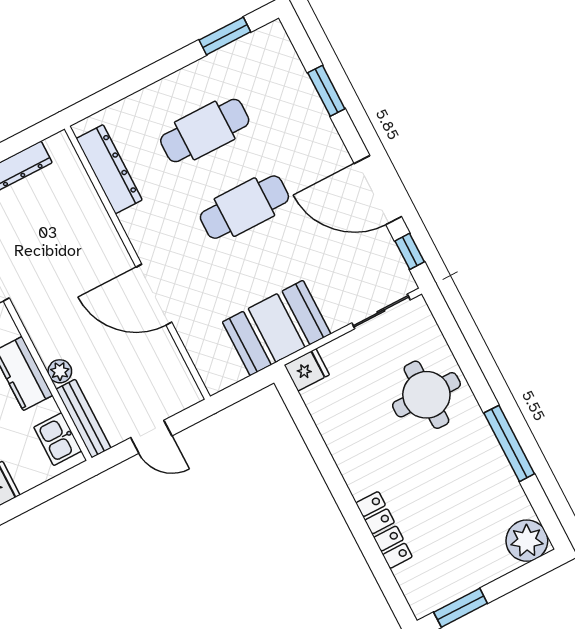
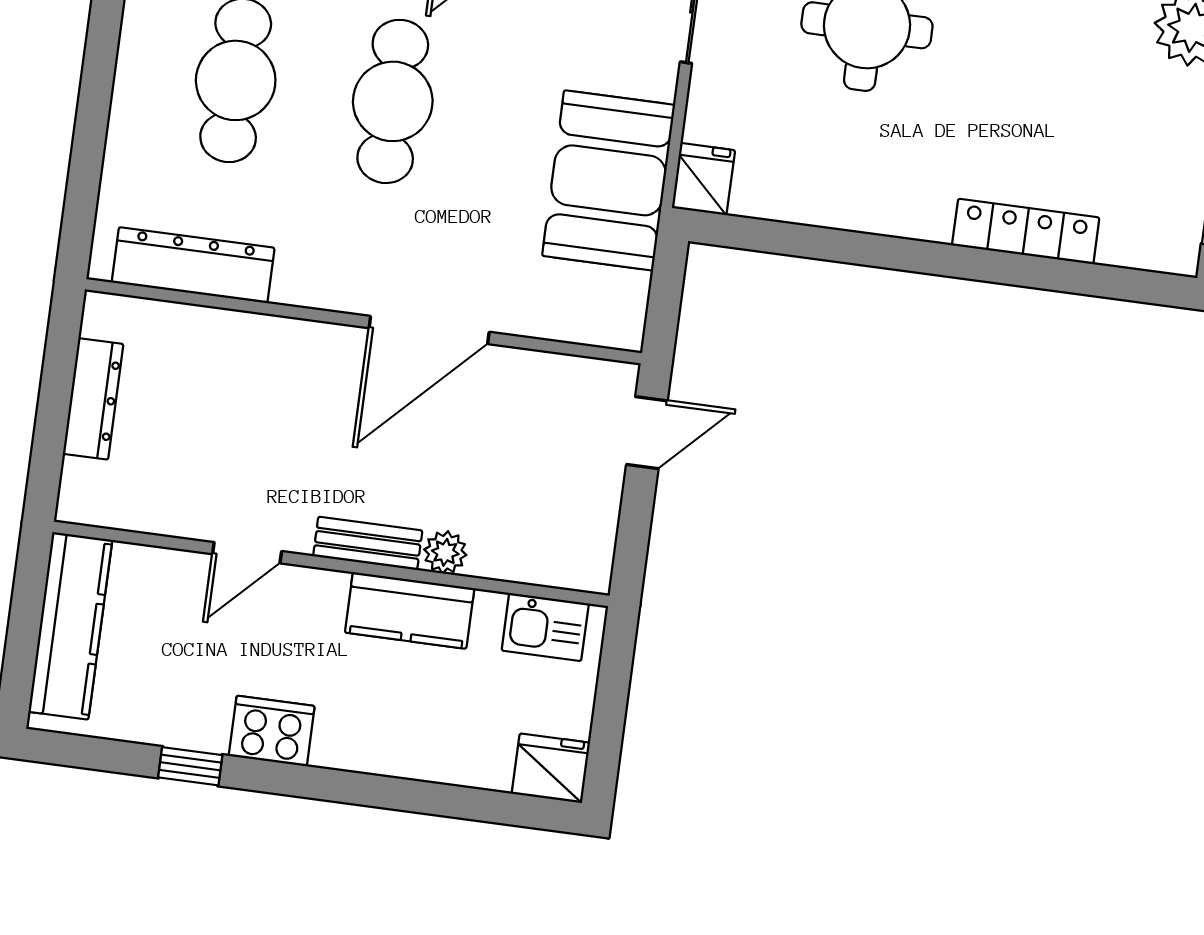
bench: (83, 419) -> (368, 543), moved, width x0.73
door: (151, 437) -> (647, 433), moved

